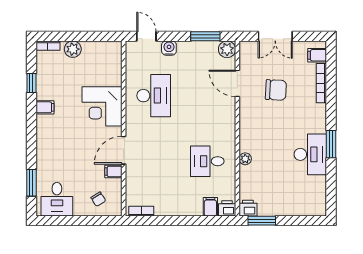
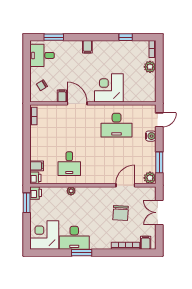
filing cabinet: (45, 107) -> (87, 47), moved
desk: (207, 161) -> (69, 164), turned 180
corner desk: (307, 196) -> (44, 235), added

